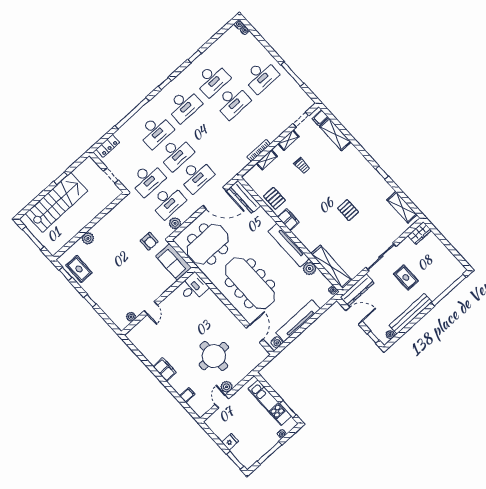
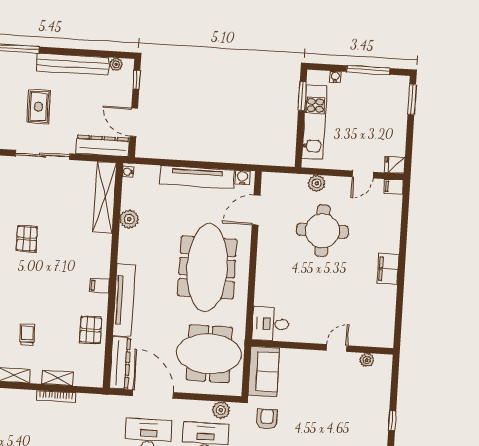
filing cabinet: (288, 220) -> (100, 286), width x0.50
tv unit: (289, 245) -> (124, 300), moved
plant: (227, 387) -> (317, 183), moved
filing cabinet: (187, 395) -> (394, 187), moved
fridge: (230, 442) -> (395, 165), moved

